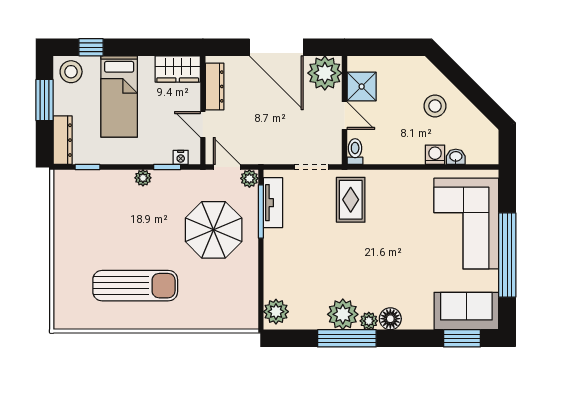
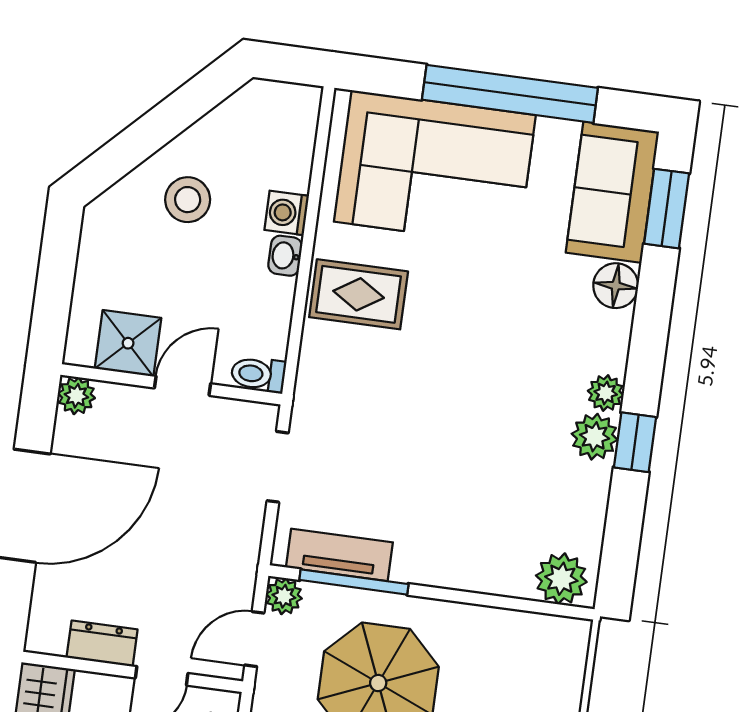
plant: (325, 73) -> (76, 396), width x0.53, depth x0.53
dresser: (215, 86) -> (102, 643), width x0.70
washbasin: (456, 157) -> (285, 256), moved
rug: (351, 200) -> (359, 294), moved
plant: (343, 314) -> (595, 437), width x0.73, depth x0.73
floor lamp: (390, 319) -> (616, 286), moved
window: (347, 338) -> (635, 442), width x0.46

